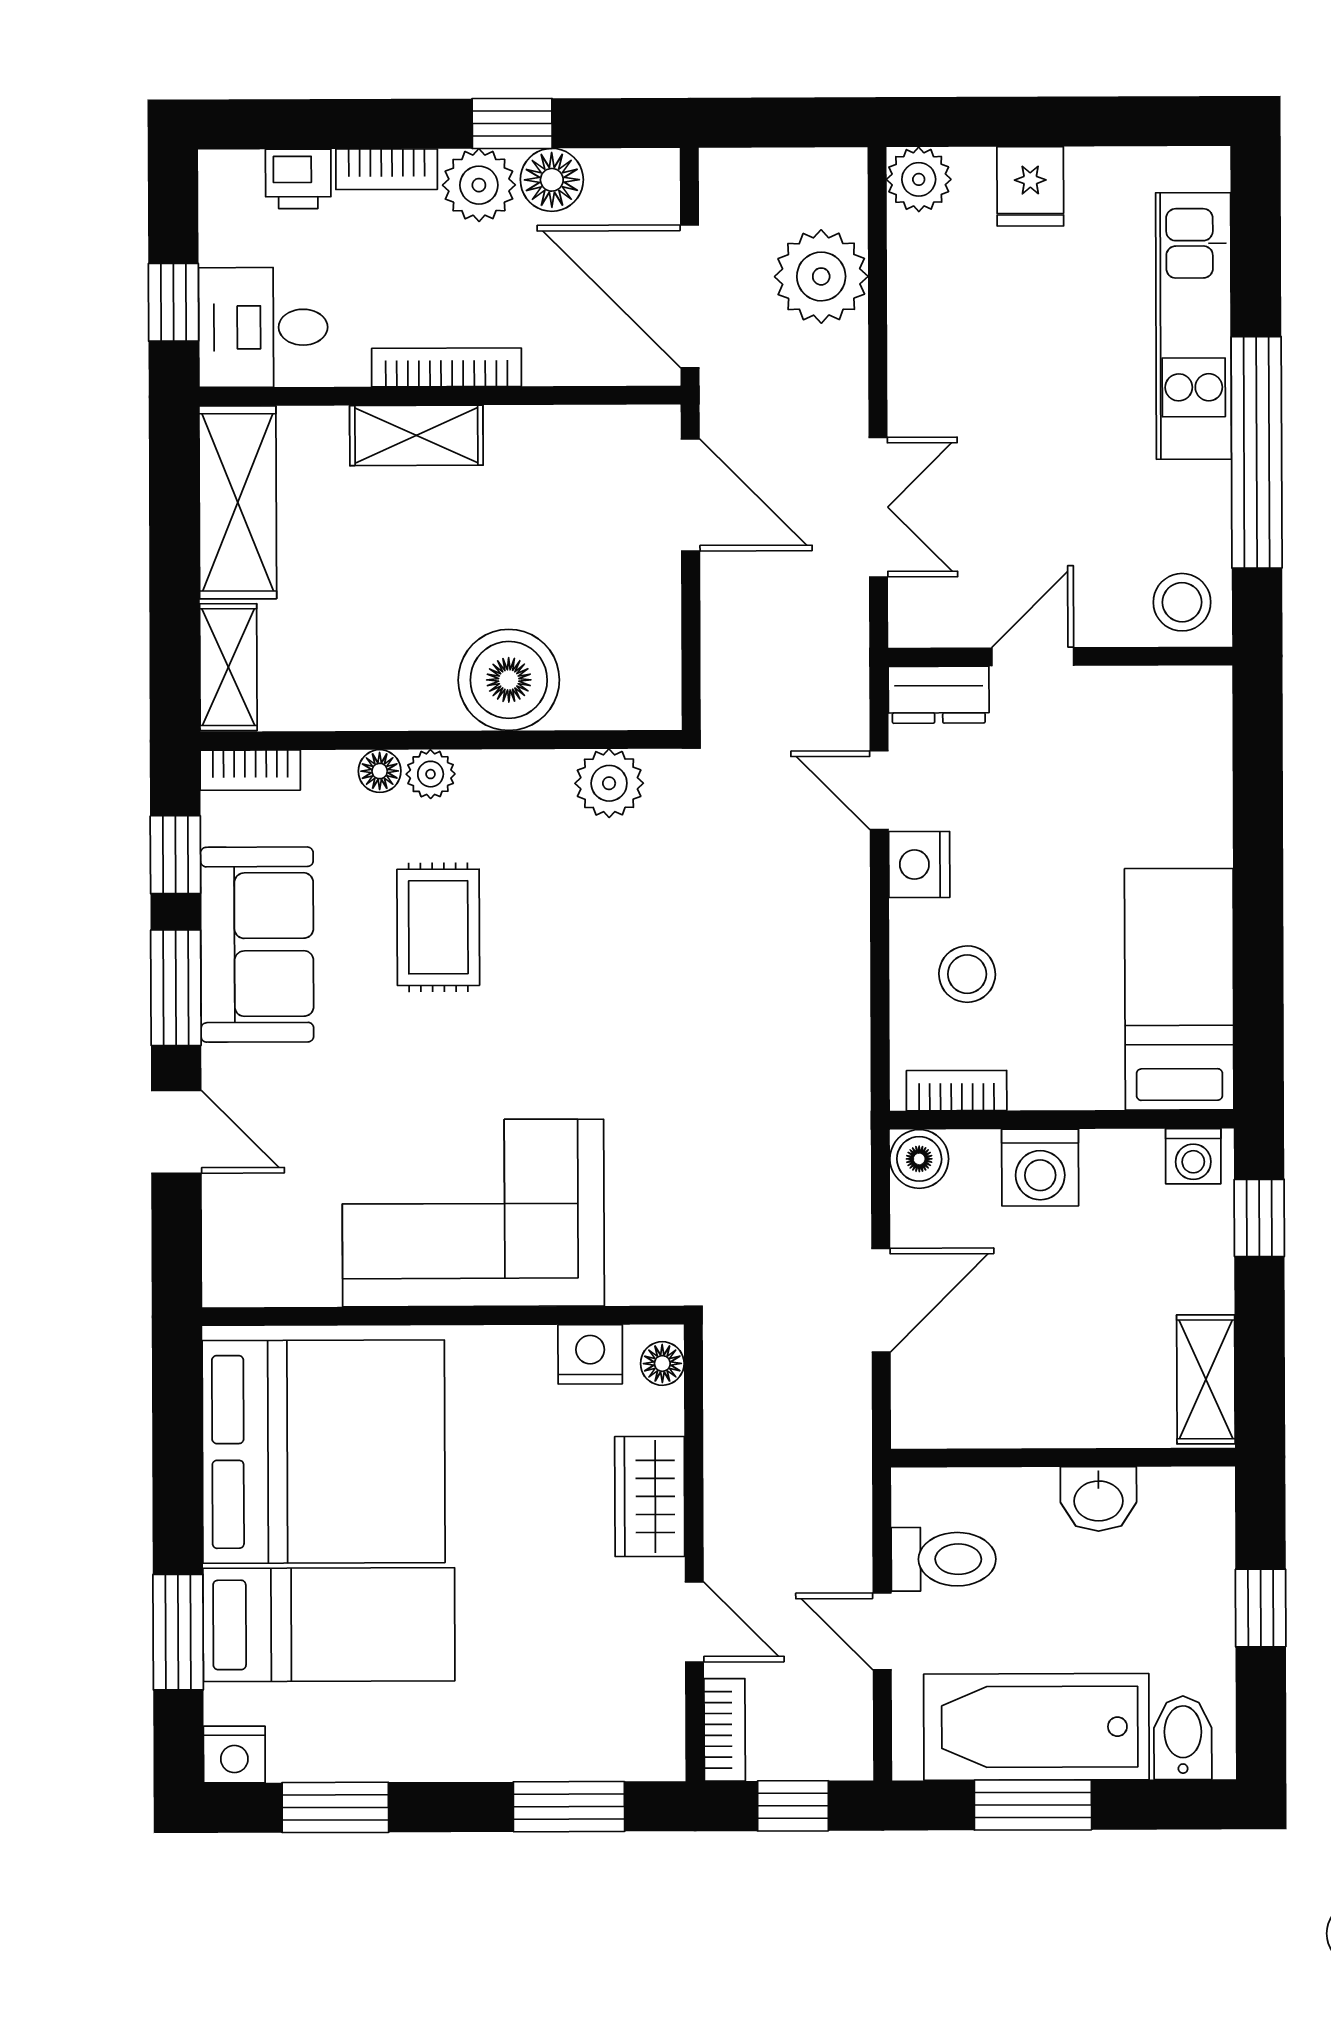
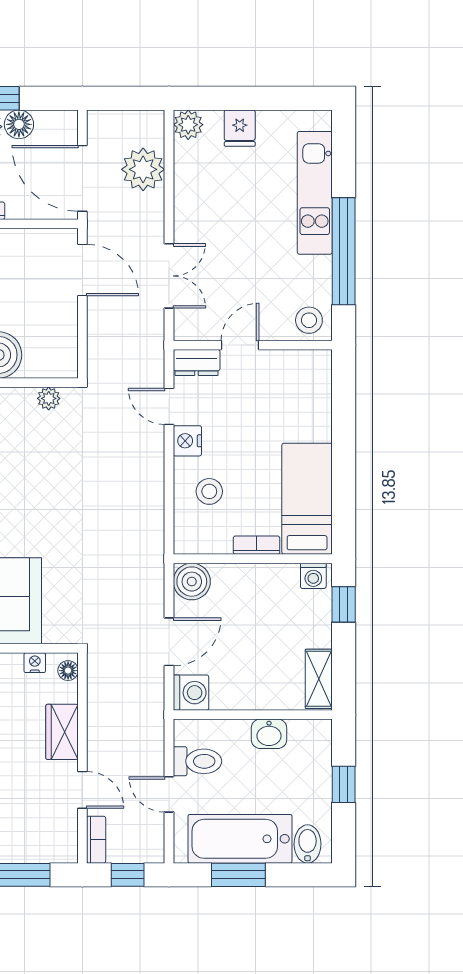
plant: (609, 783) -> (49, 398), width x0.73, depth x0.73
bookcase: (957, 1091) -> (257, 545), moved
boiler: (919, 1159) -> (192, 582), width x1.36, depth x1.36
washing machine: (1040, 1168) -> (191, 693), moved, turned -90
nightstand: (590, 1354) -> (35, 663), width x0.72, depth x0.74

